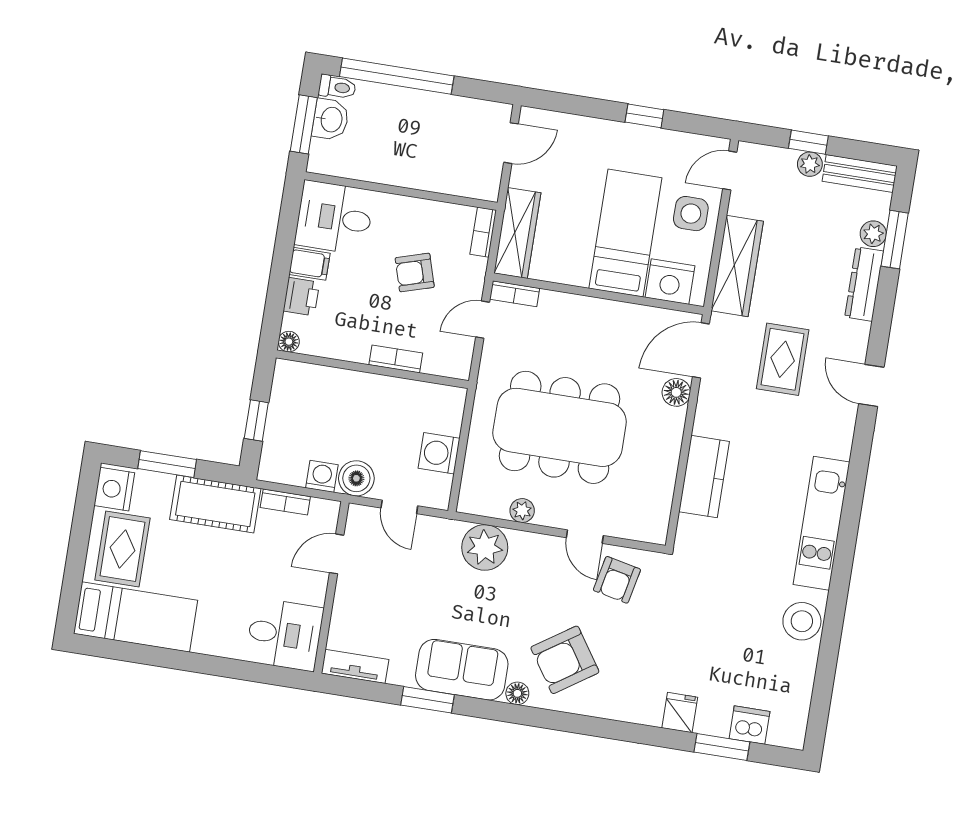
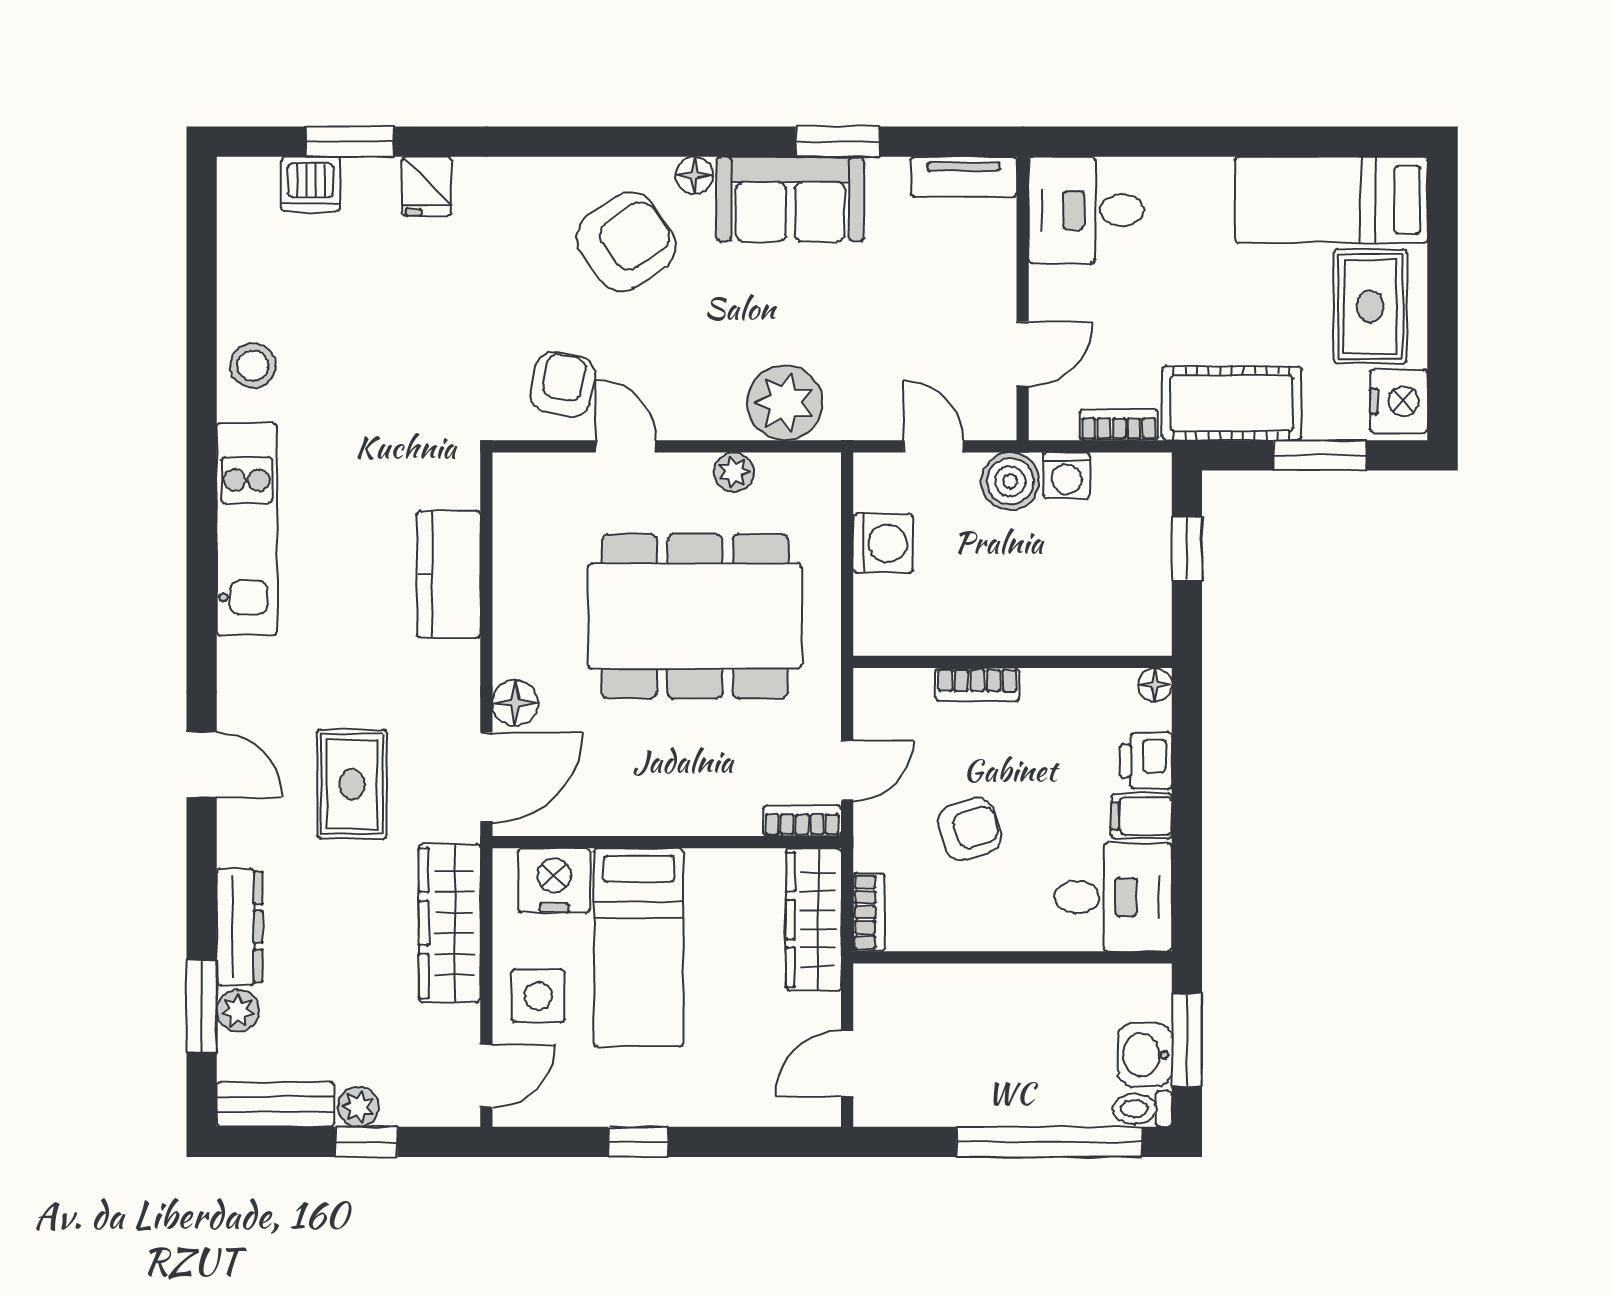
stool: (802, 621) -> (253, 366), width x0.73, depth x0.73

